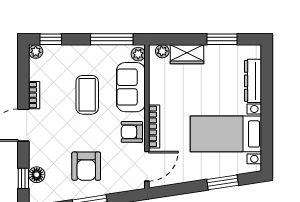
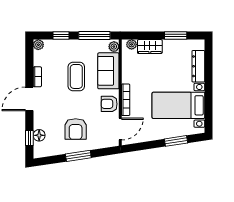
window: (51, 39) -> (61, 36), moved

